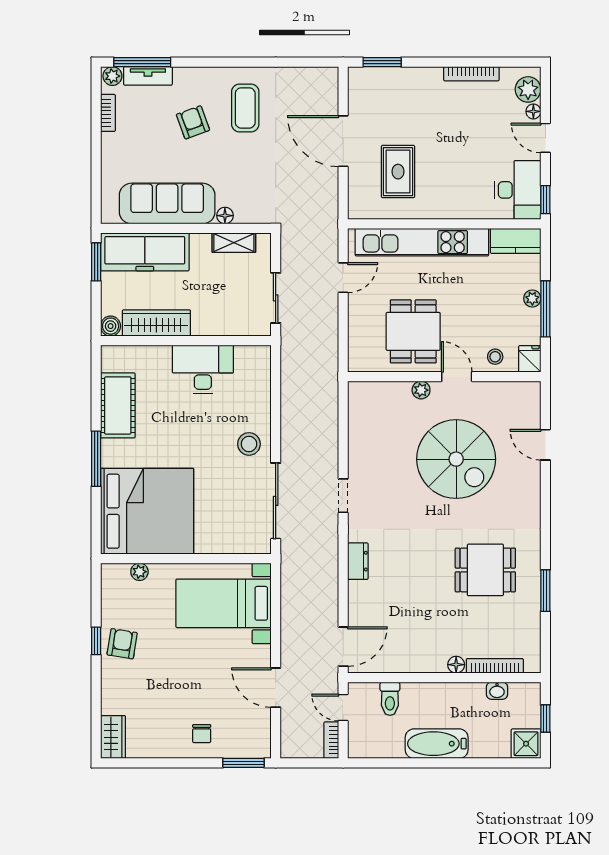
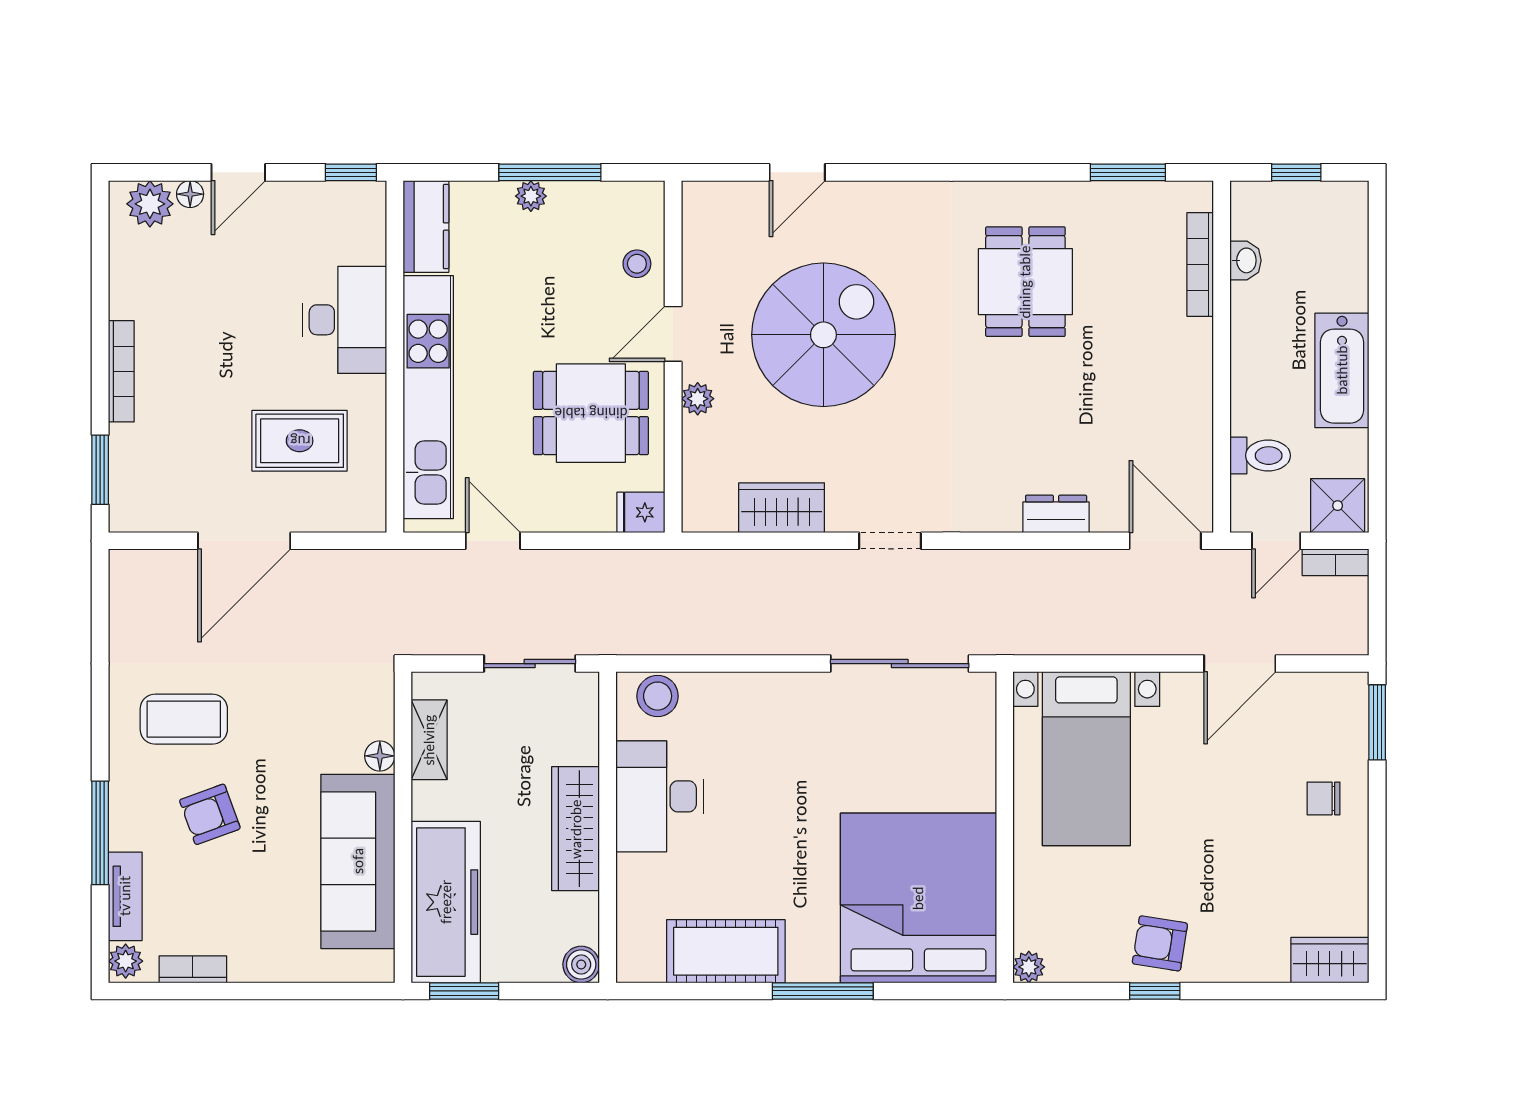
window: (142, 62) -> (100, 833), moved
bookcase: (471, 74) -> (121, 371), moved
desk: (518, 190) -> (345, 320), moved, turned 90
wardrobe: (156, 323) -> (576, 829), moved
fridge: (530, 359) -> (641, 512), moved
wardrobe: (361, 436) -> (782, 508), added
stool: (249, 444) -> (658, 696), moved
dresser: (358, 561) -> (1056, 514), moved
plant: (139, 572) -> (1029, 967), moved
window: (545, 591) -> (1128, 172), moved
floor lamp: (456, 665) -> (1198, 335), removed
chair: (202, 734) -> (1324, 798), turned 180
shower: (526, 744) -> (1338, 506), moved

